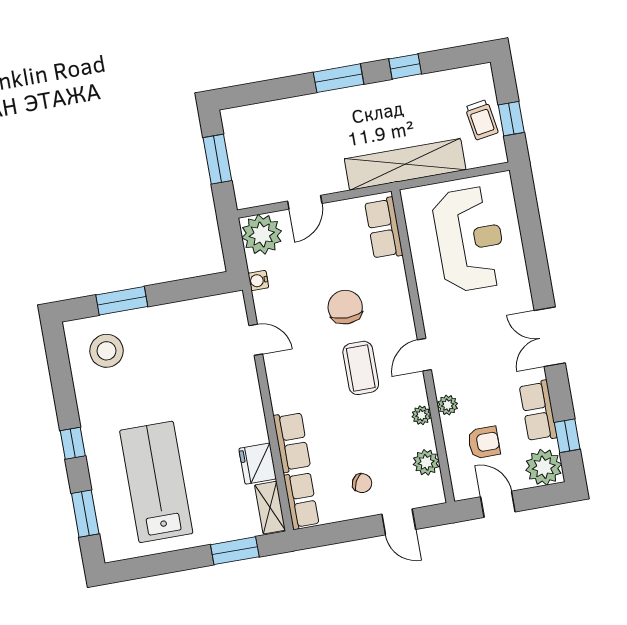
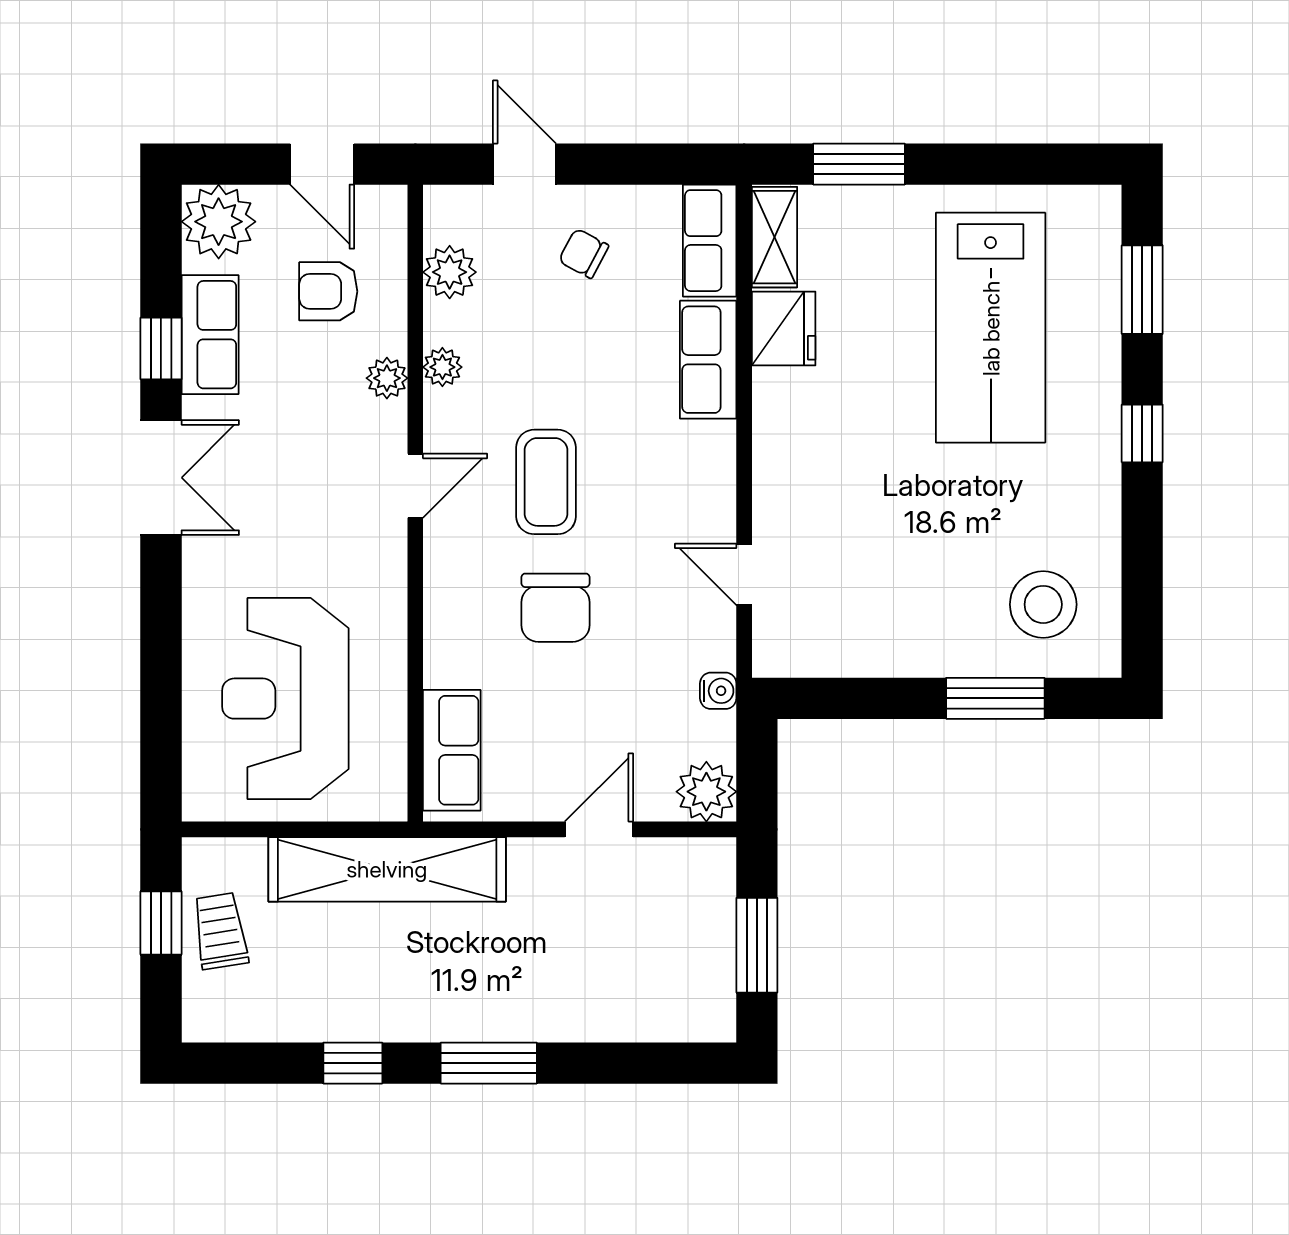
plant: (262, 234) -> (706, 792), width x0.73, depth x0.73
window: (567, 436) -> (161, 348), moved

